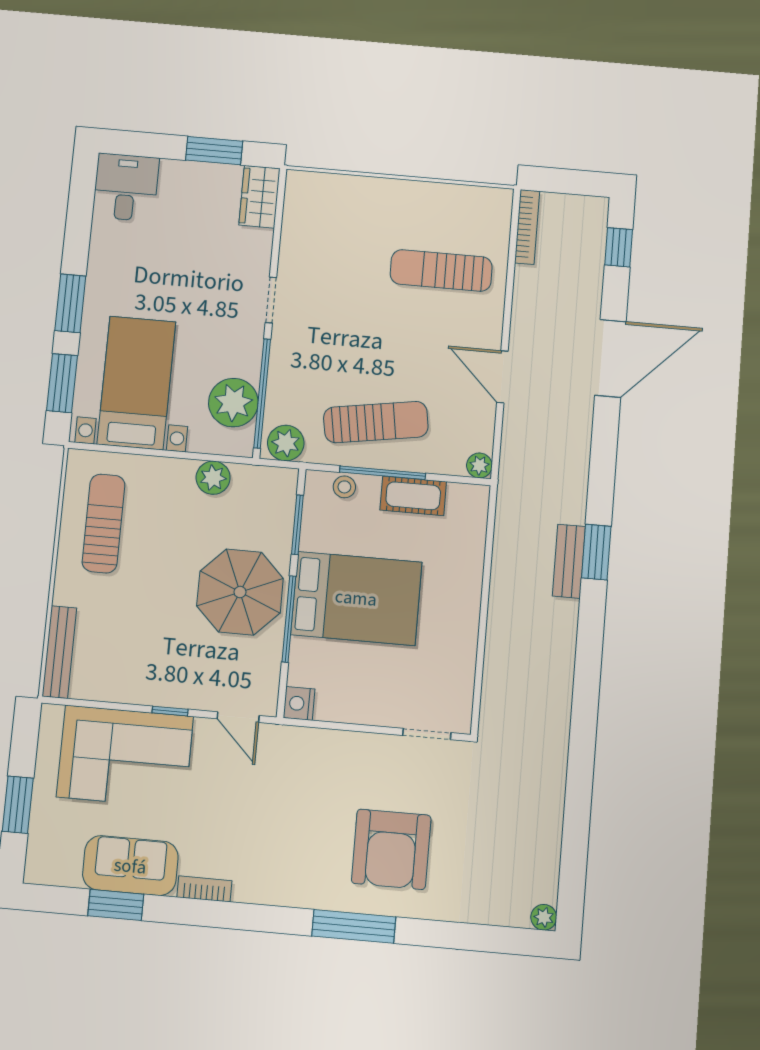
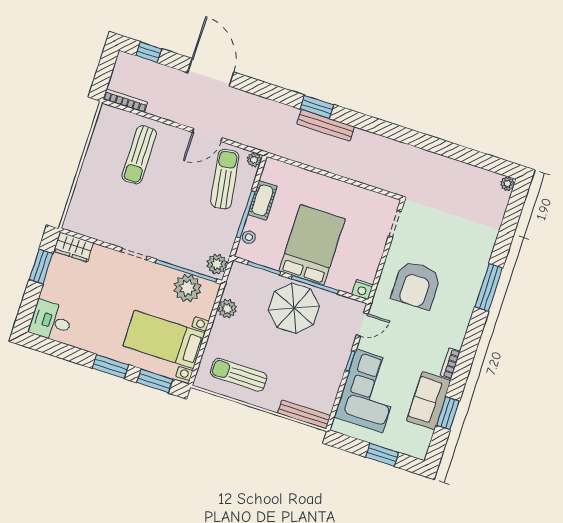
sun lounger: (376, 422) -> (225, 179), moved
bench: (569, 561) -> (326, 125), width x1.36
armchair: (391, 849) -> (416, 285), moved, turned 90

